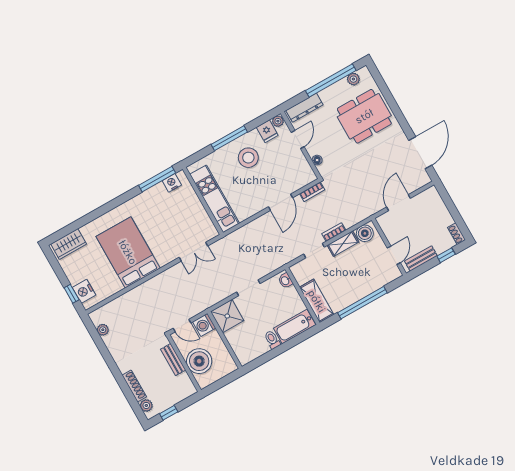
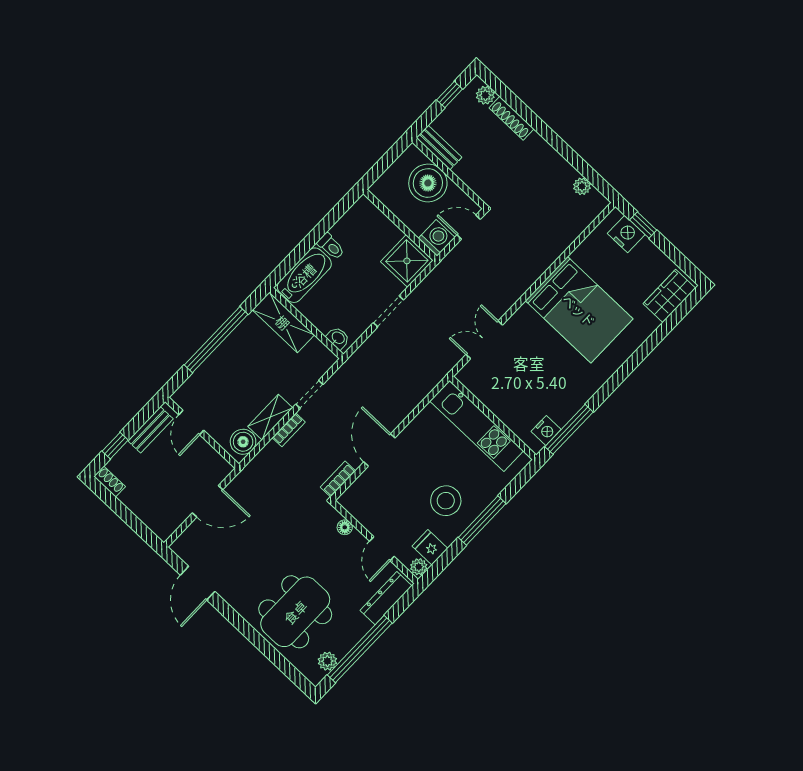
door: (420, 153) -> (198, 583), width x0.73
door: (398, 203) -> (208, 501), hinge flipped
bench: (173, 360) -> (439, 148), moved

